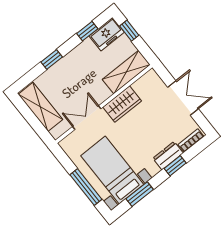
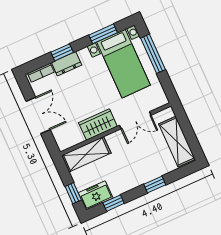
double door: (183, 98) -> (38, 115), swing flipped

